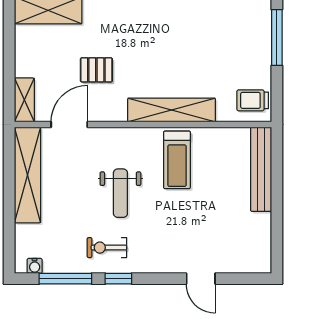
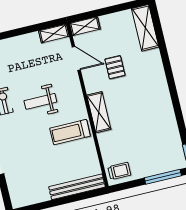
trolley: (253, 100) -> (119, 171), turned 90
shelving: (172, 110) -> (99, 112), width x0.68
shelving: (28, 175) -> (54, 34), width x0.45, depth x0.75

